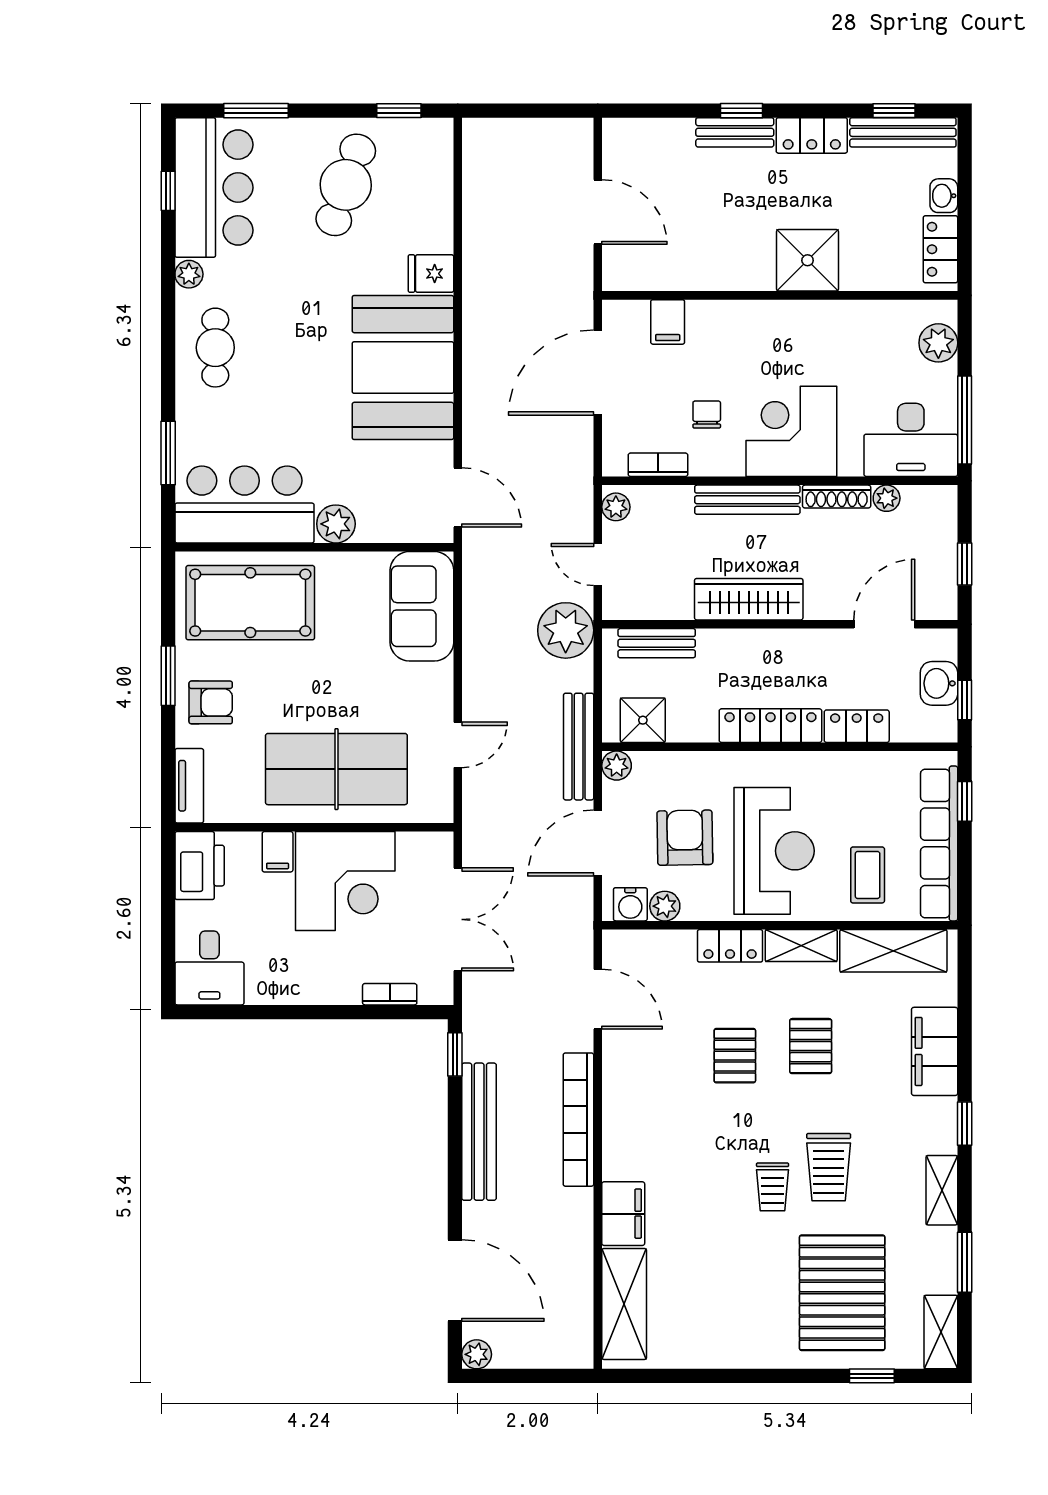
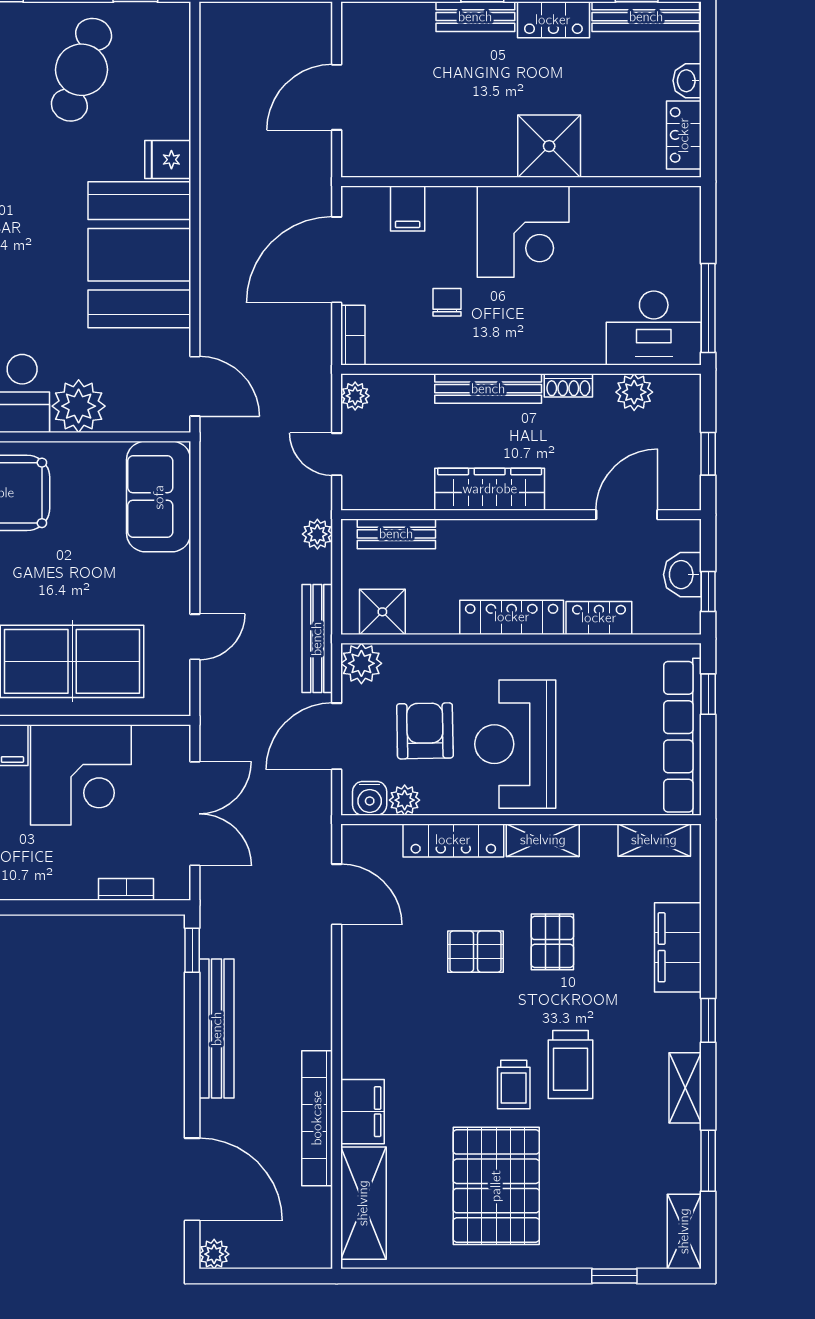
door: (598, 212) -> (337, 97), swing flipped
plant: (938, 343) -> (682, 230), removed
corner desk: (791, 431) -> (523, 232), moved, turned 180
bookcase: (658, 465) -> (353, 335), moved, turned 90
shoe rack: (837, 497) -> (568, 385), width x0.70
plant: (887, 498) -> (634, 392), width x1.38, depth x1.38
plant: (336, 524) -> (79, 406), width x1.36, depth x1.36
plant: (566, 630) -> (317, 534), width x0.53, depth x0.53
plant: (617, 766) -> (361, 663), width x1.38, depth x1.38
reception desk: (774, 851) -> (515, 744), turned 180
coffee table: (868, 875) -> (610, 769), removed
locker: (730, 946) -> (453, 840), width x1.53
shelving: (893, 951) -> (654, 840), width x0.67, depth x0.75
pallet: (735, 1056) -> (476, 952), turned 90
bookcase: (578, 1120) -> (317, 1118), moved
pallet: (842, 1293) -> (496, 1186), moved

